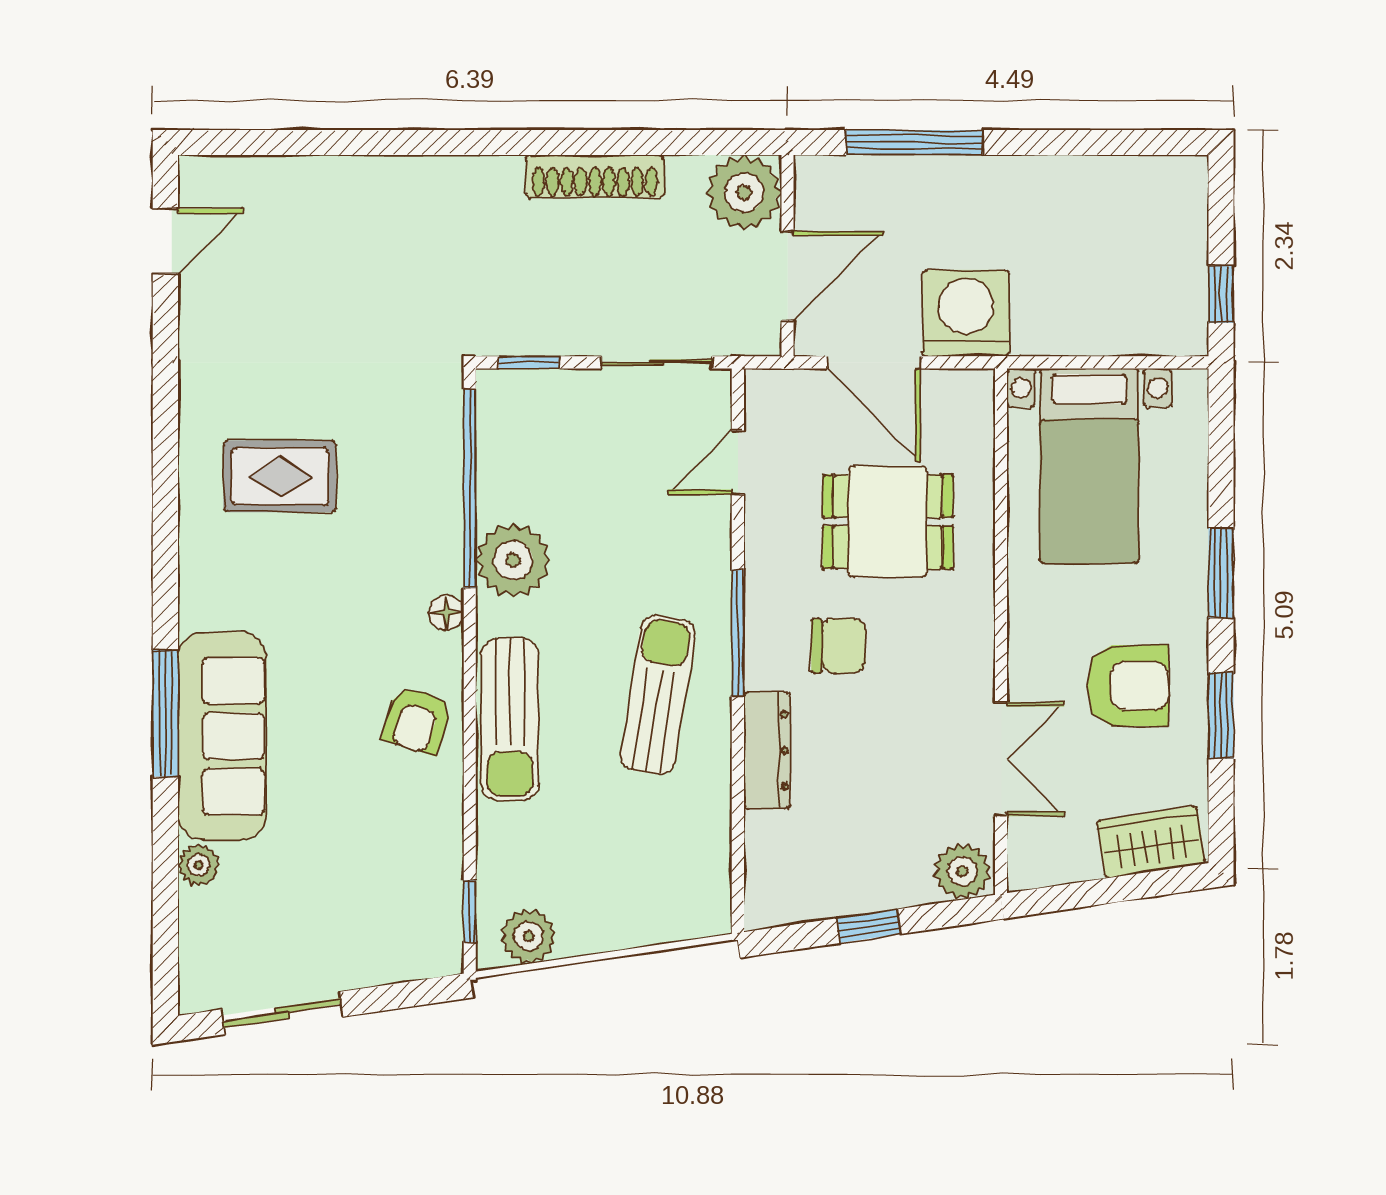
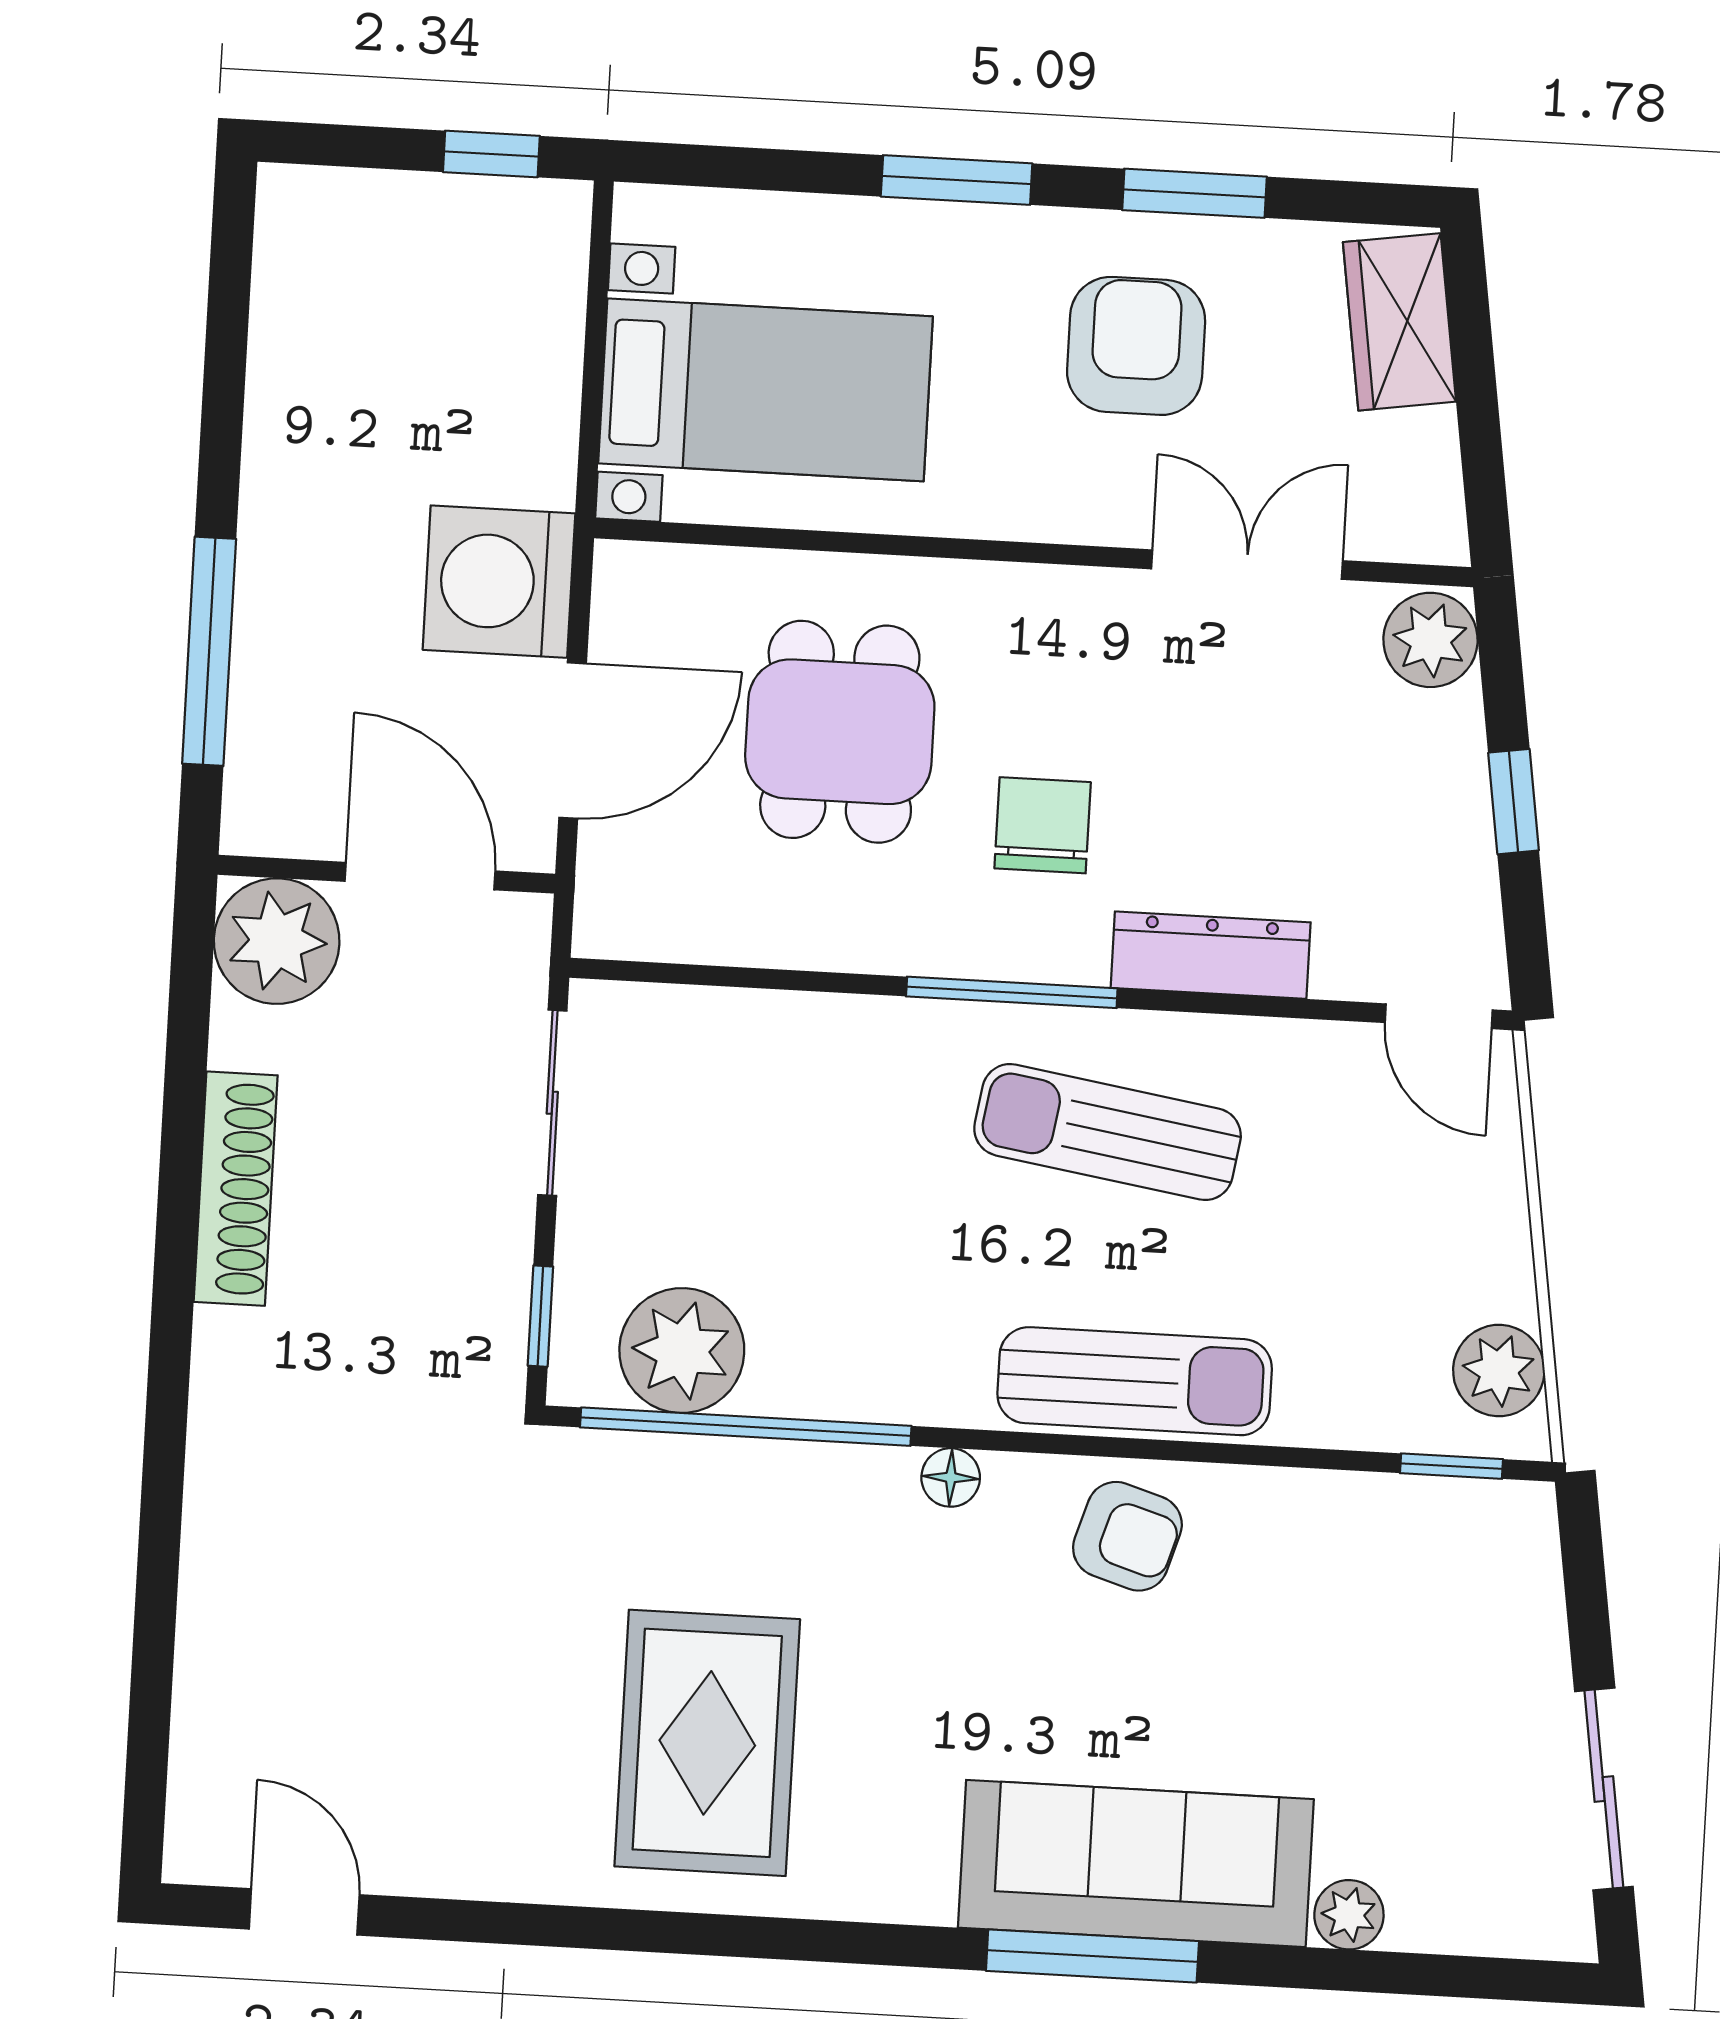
door: (738, 462) -> (1439, 1016), moved
rug: (280, 476) -> (707, 1743), width x1.36, depth x1.43
plant: (513, 560) -> (682, 1351), moved

